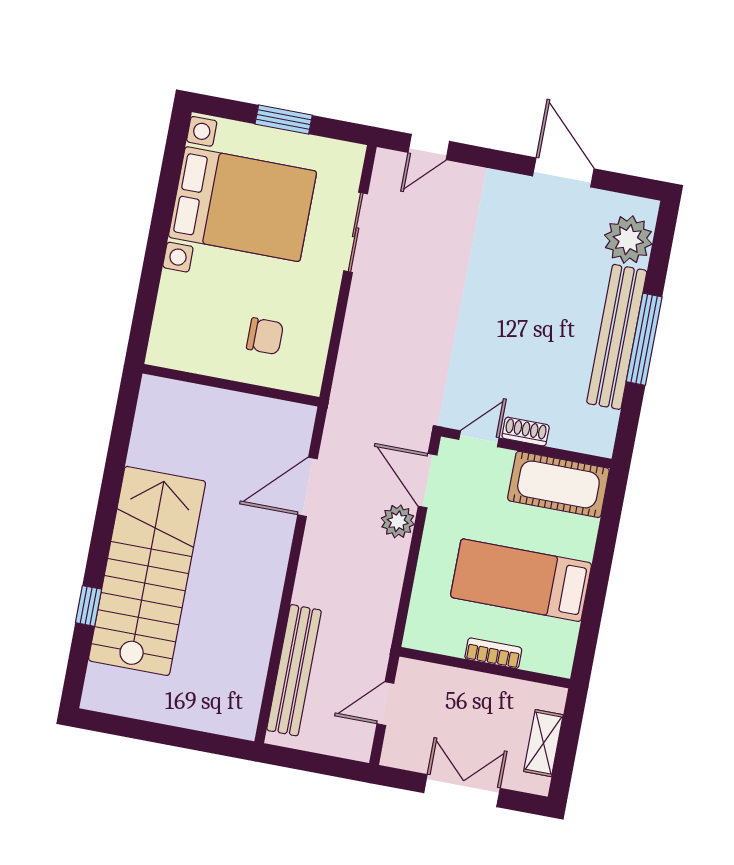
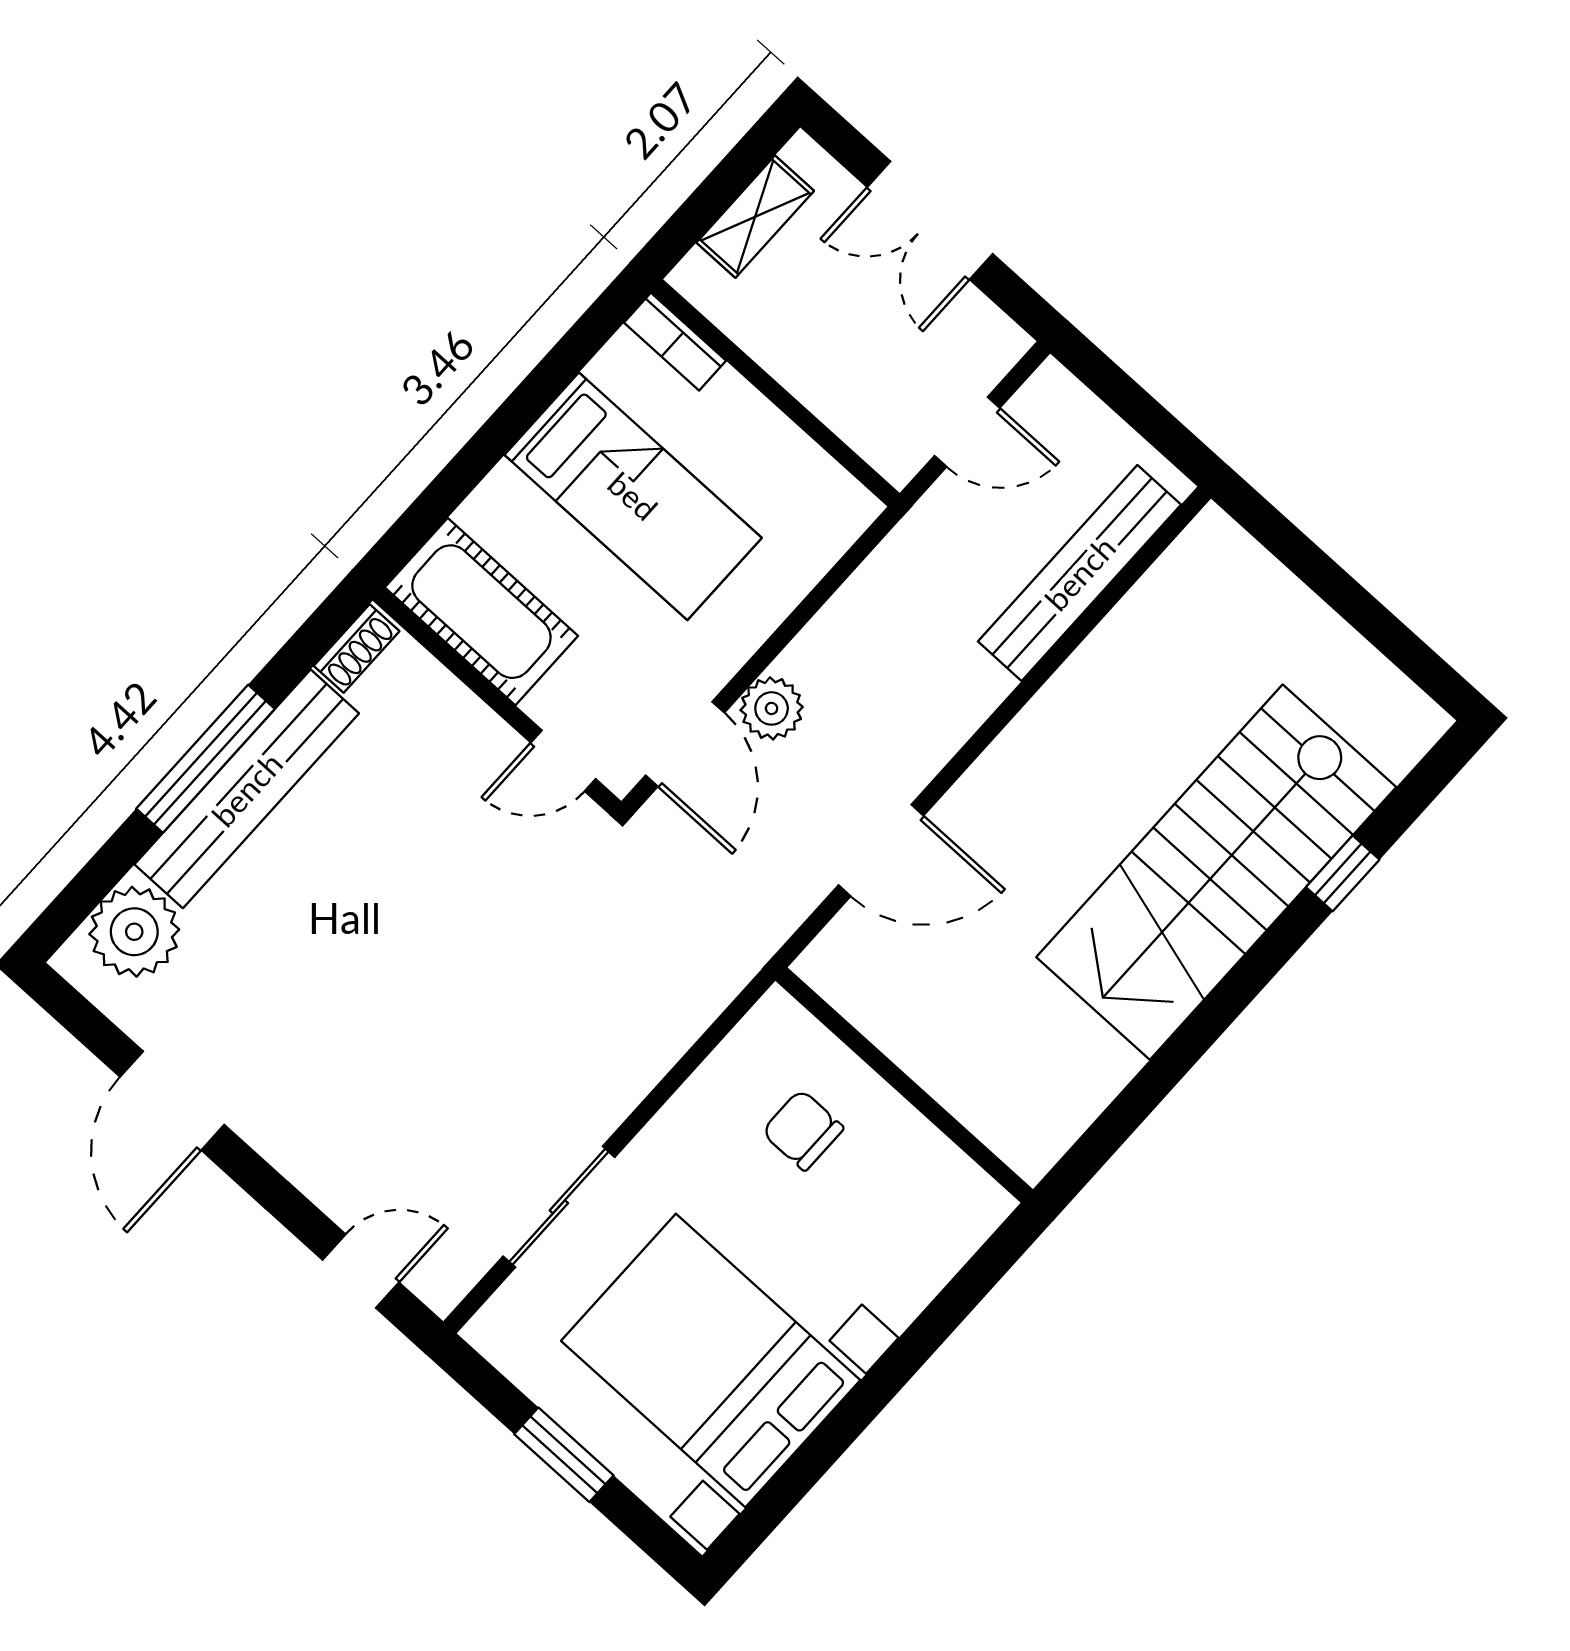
shoe rack: (526, 432) -> (357, 649), moved, turned -90
bookcase: (493, 653) -> (675, 342), moved

